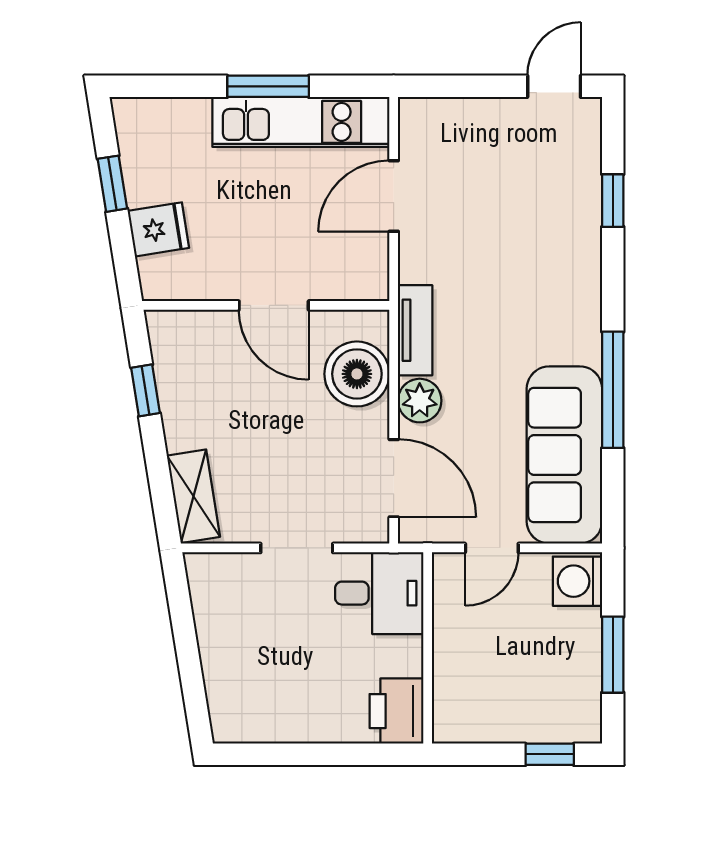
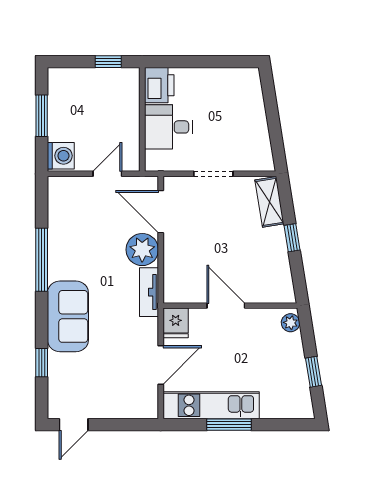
fridge: (158, 229) -> (176, 323), moved, turned -81
plant: (155, 274) -> (291, 323), added
boiler: (357, 374) -> (181, 268), removed
window: (146, 390) -> (292, 238), moved
plant: (420, 401) -> (142, 250), width x1.36, depth x1.36
sofa: (564, 455) -> (68, 316), moved, width x0.73
desk: (379, 593) -> (168, 127), moved
window: (550, 754) -> (108, 62), moved

